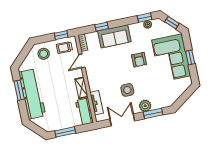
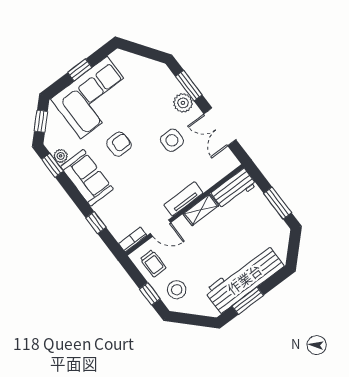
window: (61, 35) -> (150, 294), moved
sofa: (114, 36) -> (87, 178), moved
tv unit: (97, 103) -> (183, 199), moved

